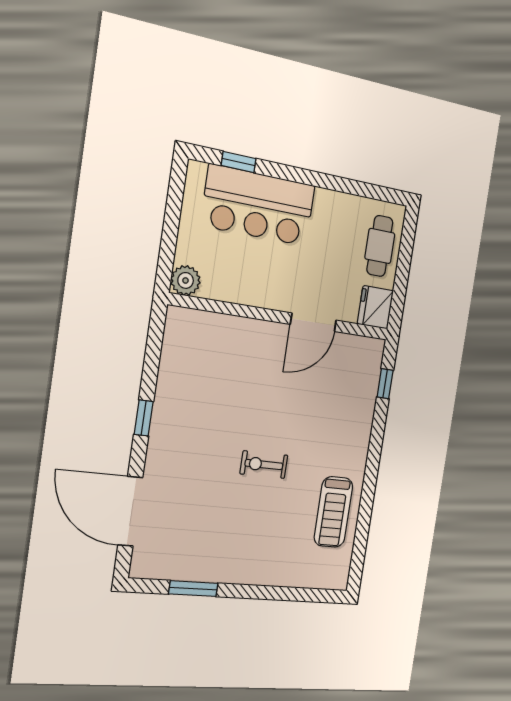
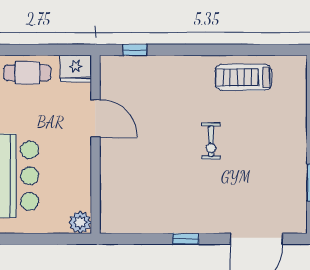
treadmill: (333, 512) -> (243, 77), turned 180

